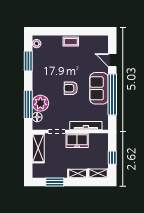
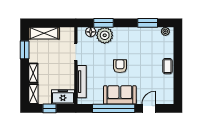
window: (28, 104) -> (103, 23), width x0.69
freezer: (77, 140) -> (63, 97), moved, turned 90
shelving: (38, 148) -> (44, 33), moved

